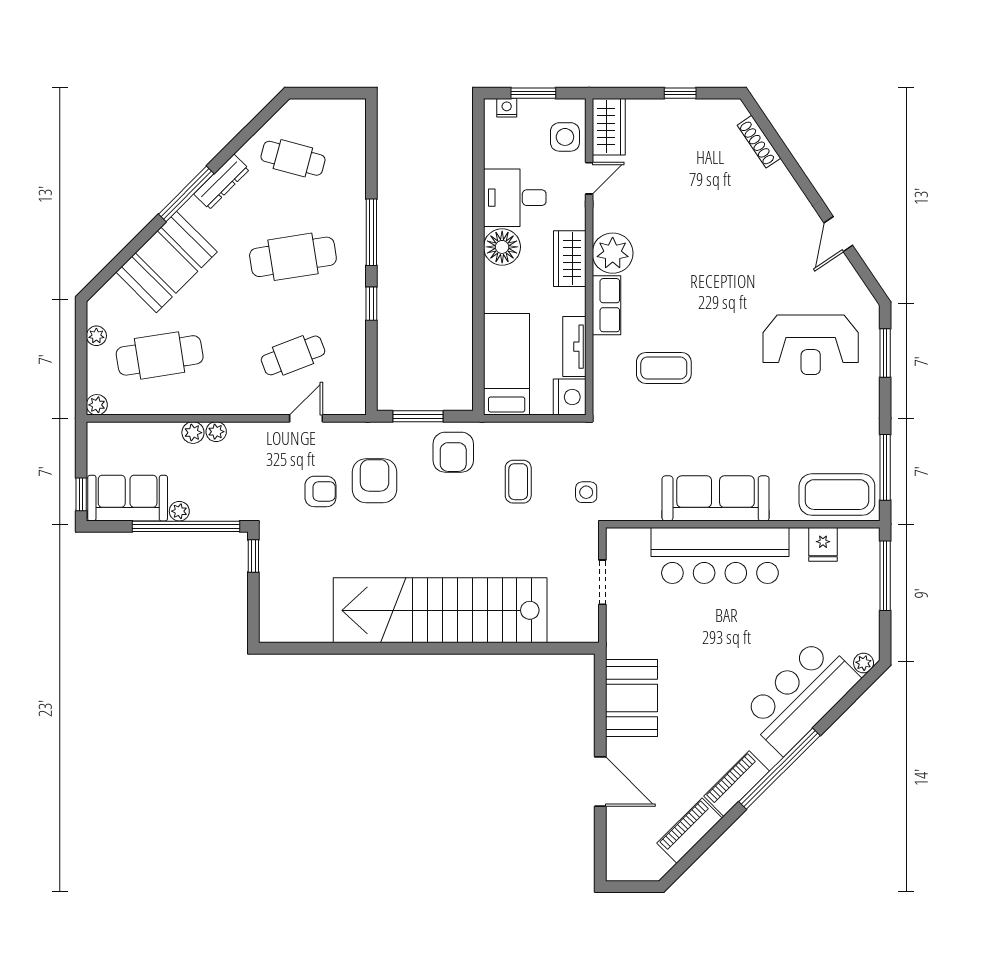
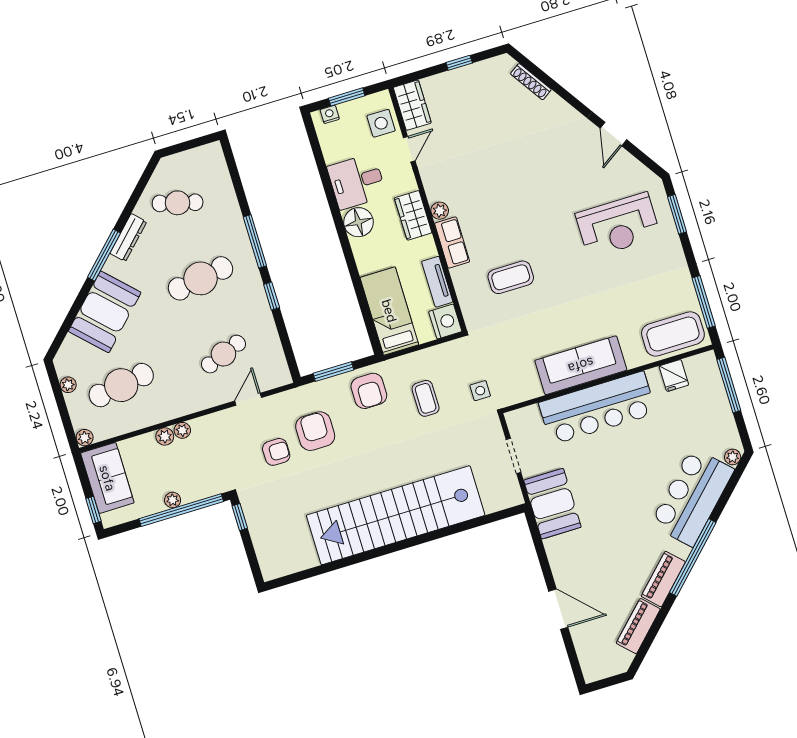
plant: (613, 253) -> (440, 211), width x0.53, depth x0.53
sofa: (128, 498) -> (107, 478), moved, turned 90
booth: (631, 698) -> (552, 504), moved

